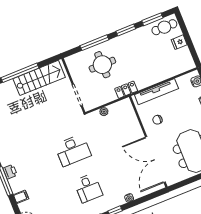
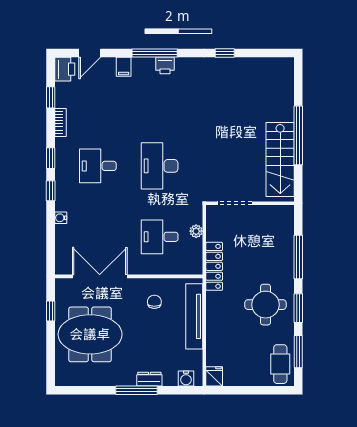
fridge: (179, 42) -> (214, 376), moved
round table: (102, 65) -> (265, 305), moved
locker: (126, 90) -> (214, 266), width x1.53
desk: (116, 133) -> (160, 237), added
double door: (155, 159) -> (100, 276), width x0.73
window: (189, 181) -> (51, 311), added

